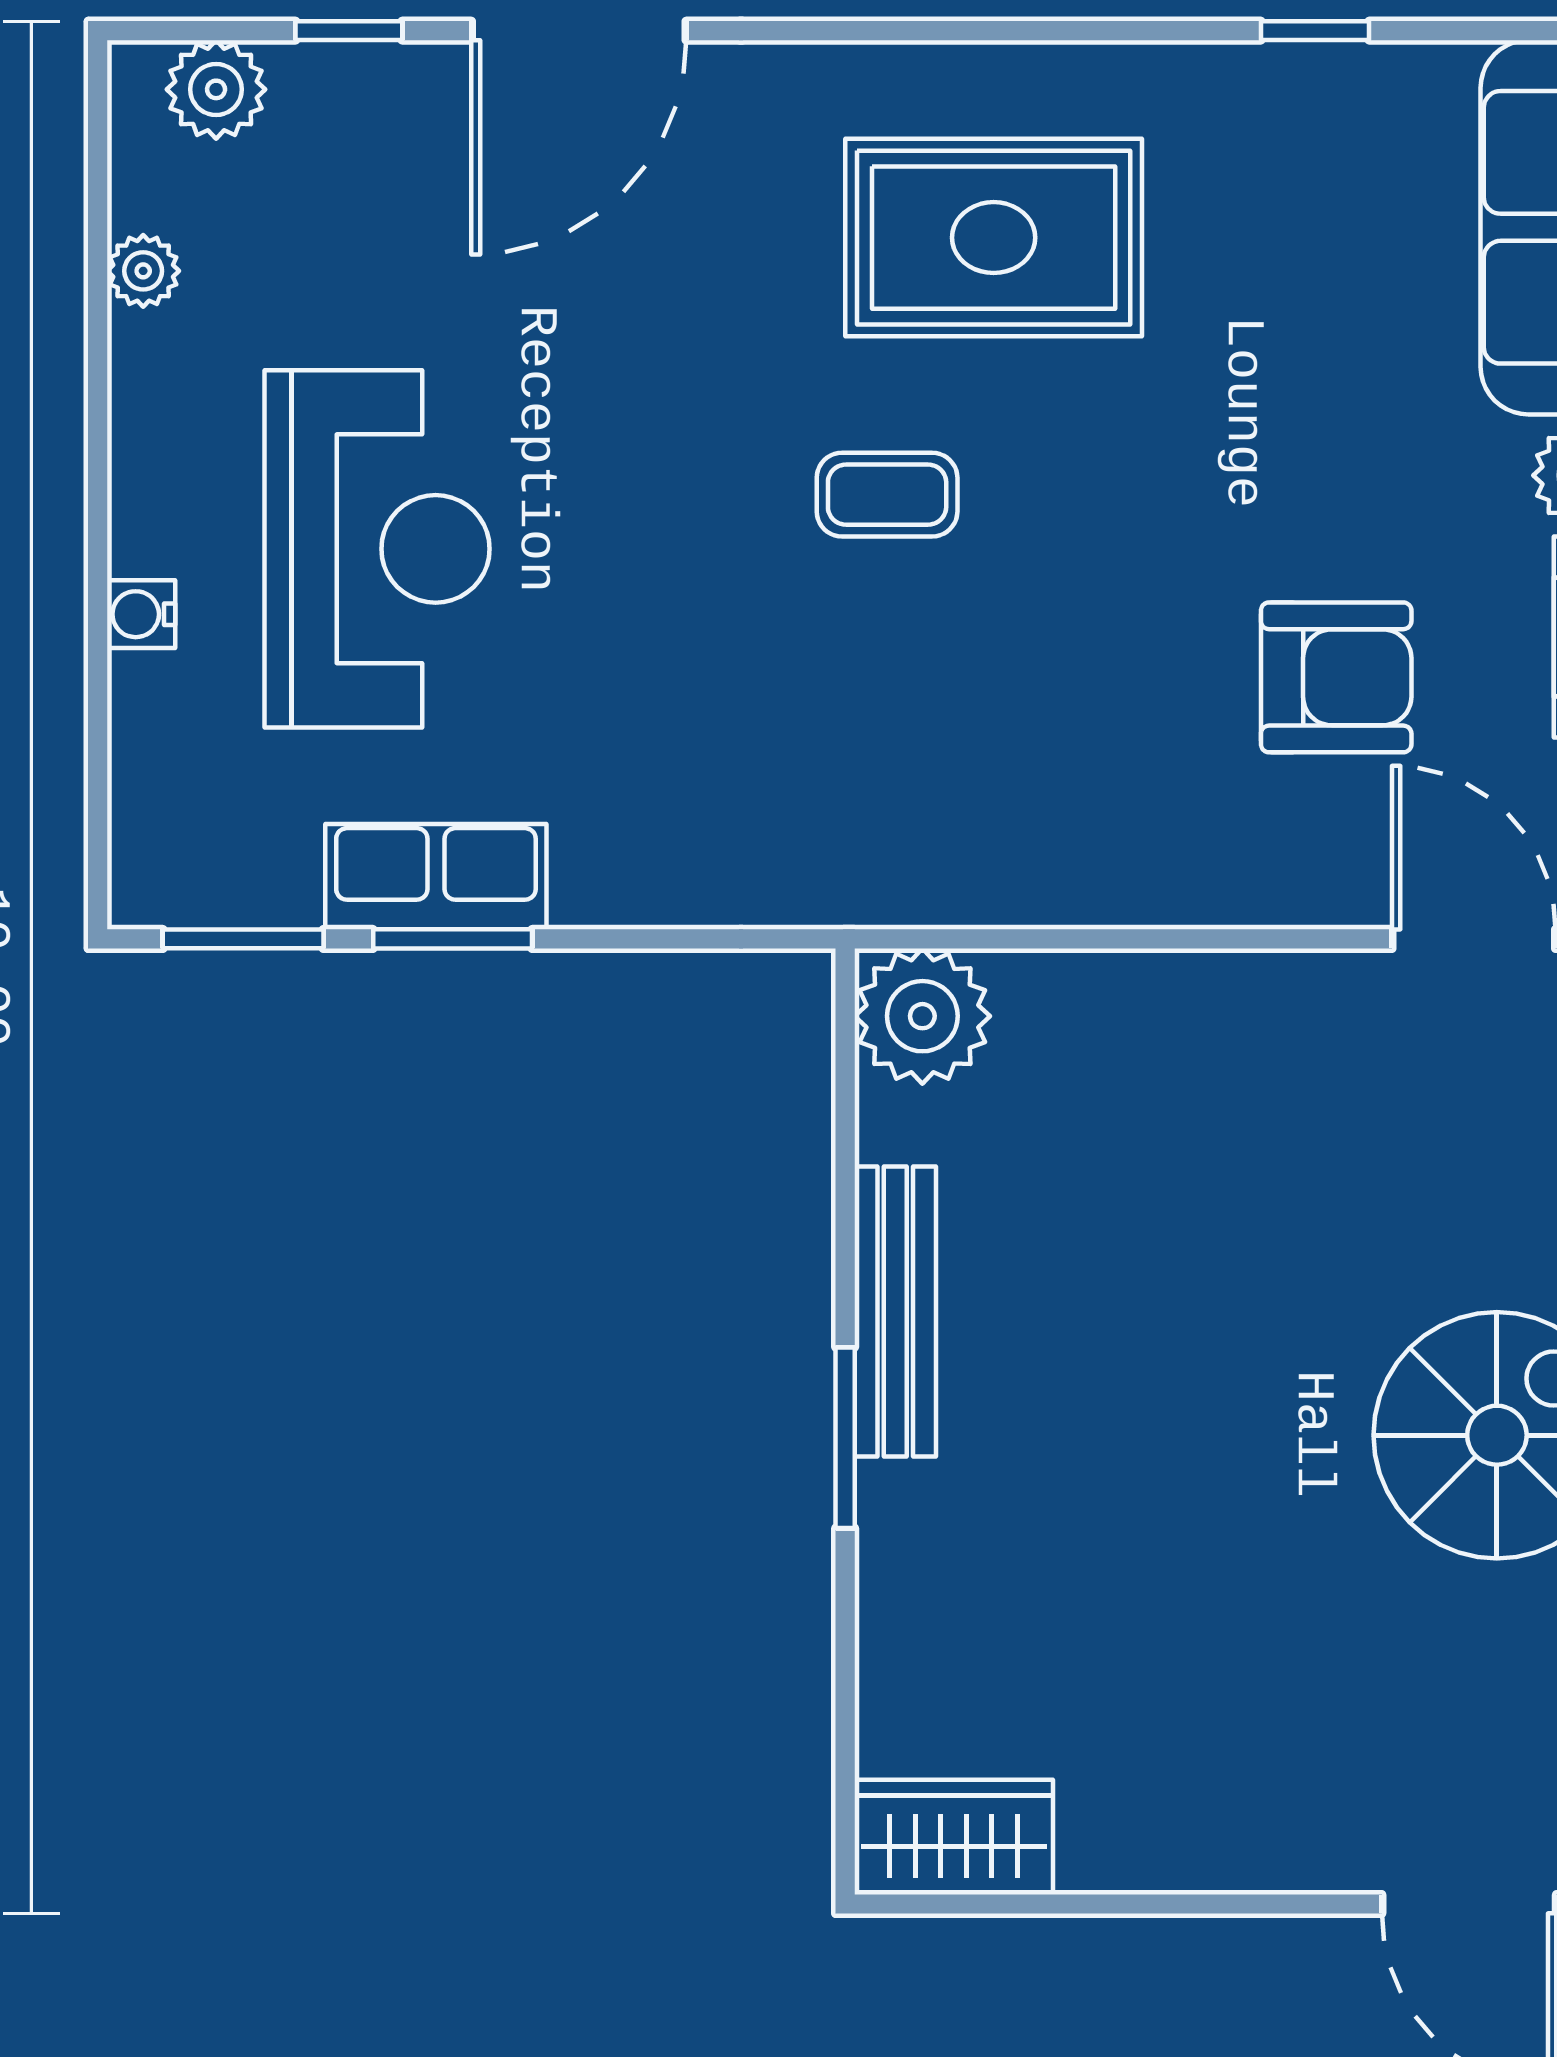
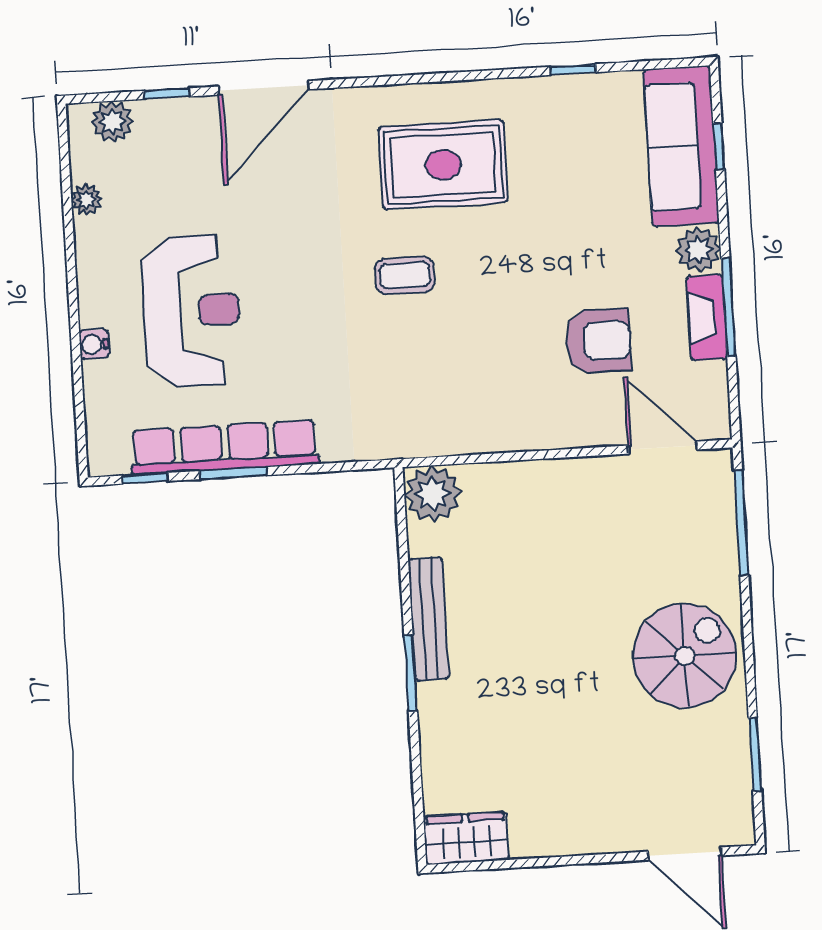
row of seats: (436, 877) -> (225, 447), width x2.02
window: (243, 939) -> (145, 478), width x0.67

